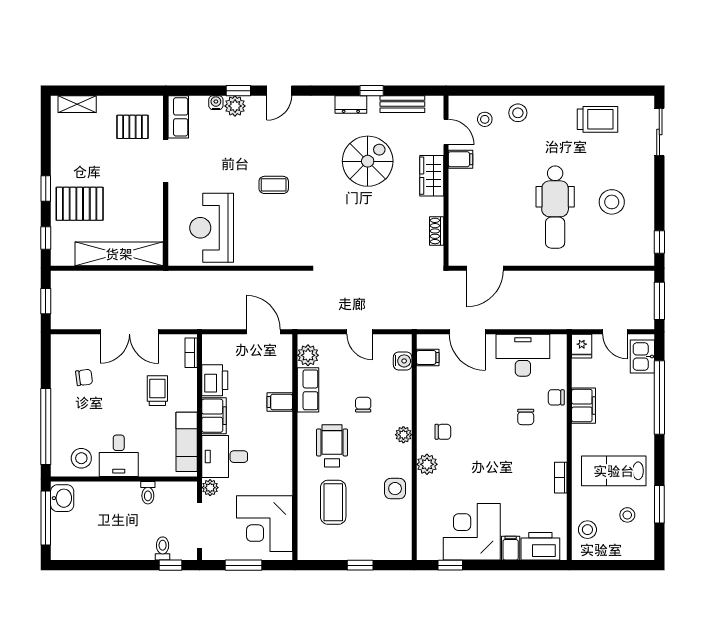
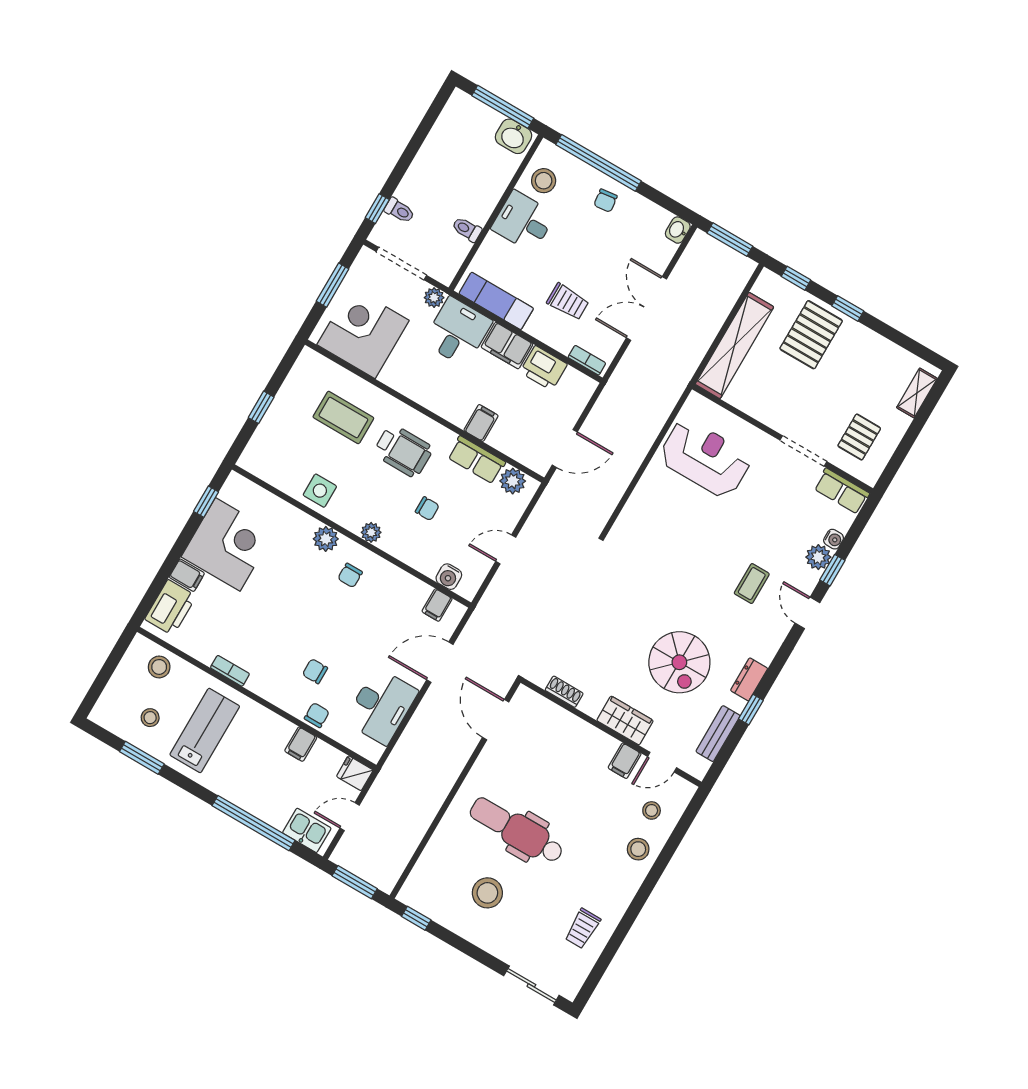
trolley: (598, 119) -> (583, 929), width x0.73, depth x0.72
coffee table: (274, 185) -> (752, 584), moved
window: (46, 301) -> (730, 240), width x1.50
washbasin: (61, 342) -> (678, 230), added
chair: (84, 377) -> (606, 201), moved
filing cabinet: (583, 406) -> (301, 744), width x0.50

